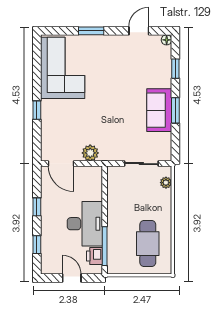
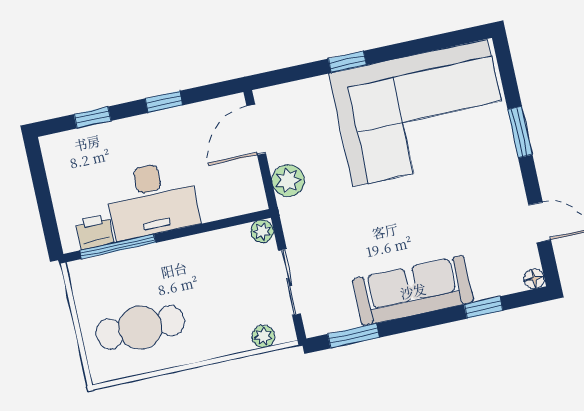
corner sofa: (63, 68) -> (420, 113), width x1.36, depth x1.36
sofa: (159, 110) -> (413, 291), width x1.36
window: (175, 110) -> (353, 336), moved
plant: (113, 172) -> (262, 231), added
door: (72, 278) -> (44, 197), removed

